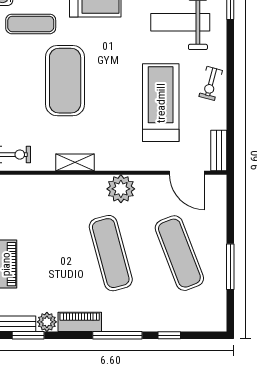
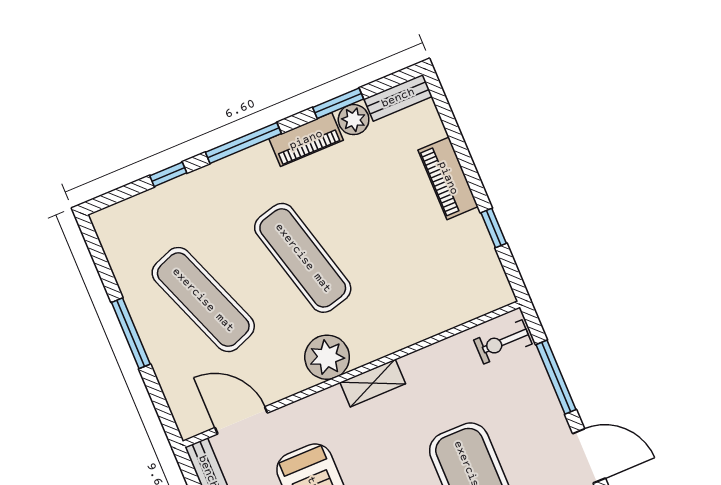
shelving: (75, 162) -> (373, 383), moved
window: (230, 267) -> (131, 333), moved
window: (28, 335) -> (338, 103), moved

